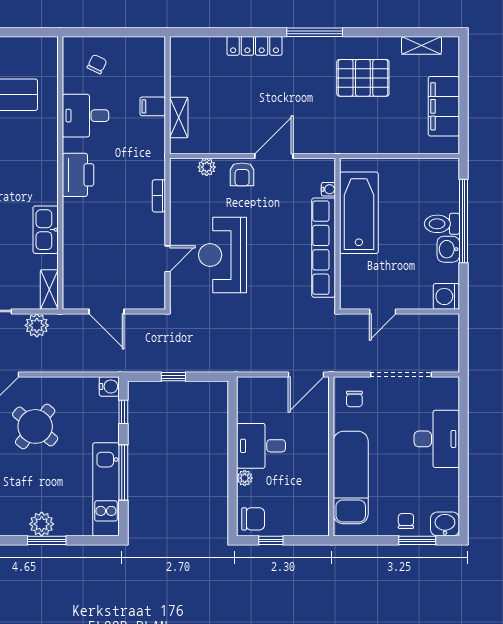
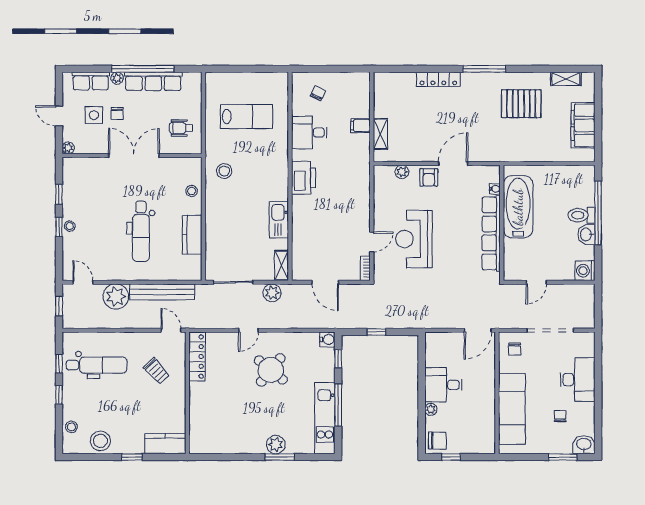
bookcase: (159, 196) -> (365, 268), moved
chair: (406, 521) -> (560, 416), moved

